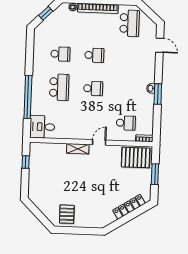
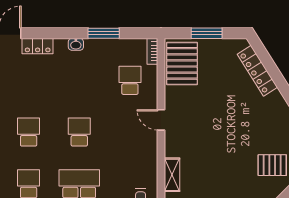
locker: (151, 63) -> (38, 46), added
window: (158, 94) -> (104, 33), moved
shelving: (78, 149) -> (172, 175), moved

